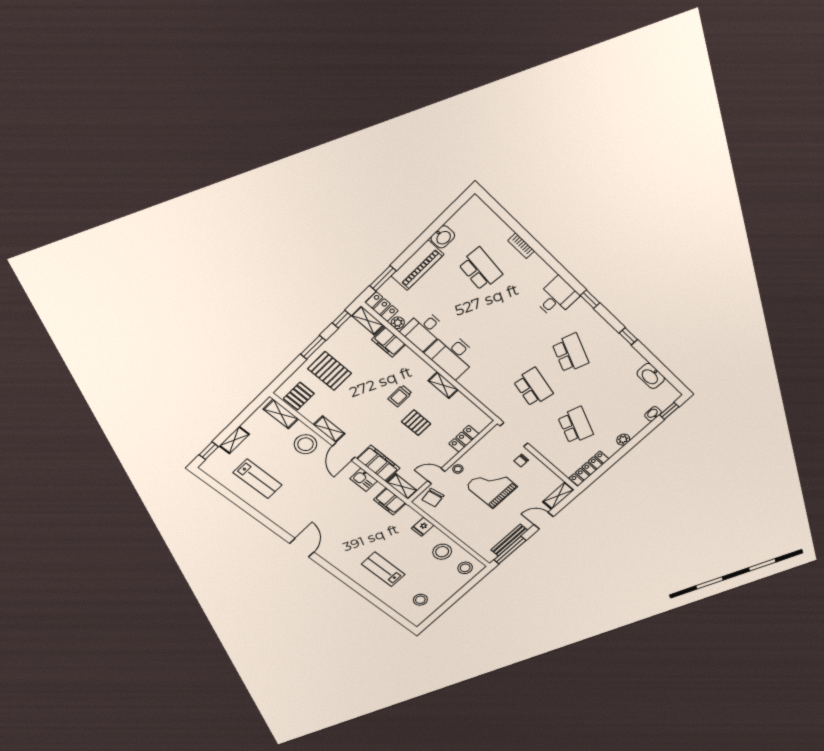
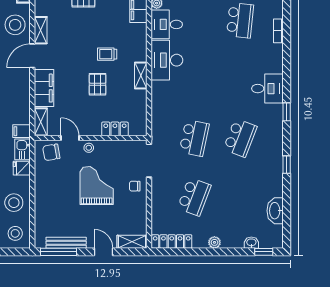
kitchen sink: (364, 480) -> (23, 149), moved
filing cabinet: (390, 501) -> (22, 131), width x0.50

